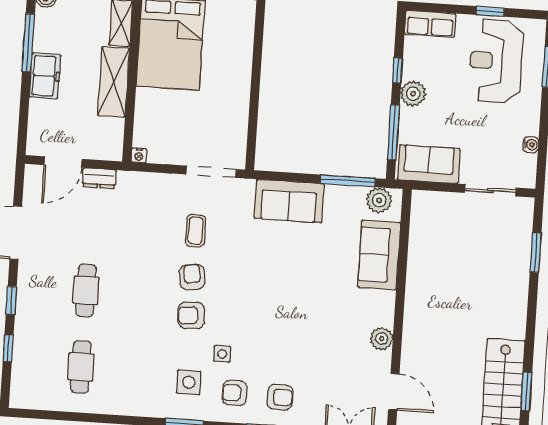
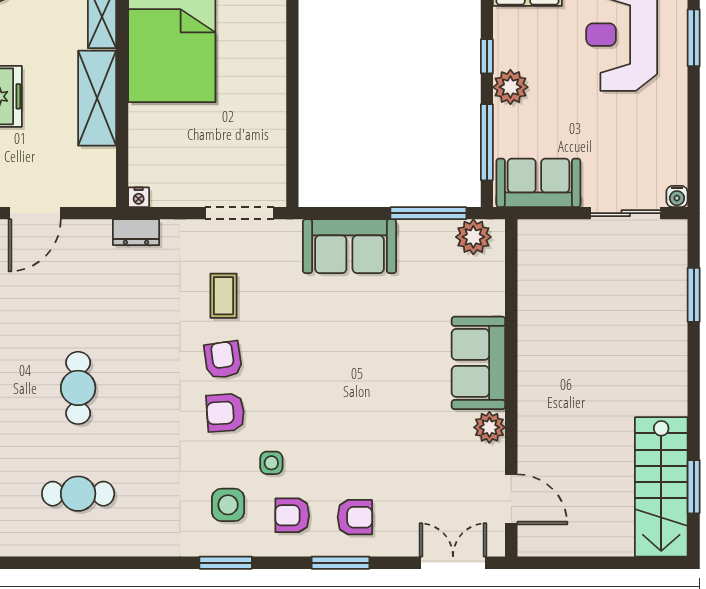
water cooler: (531, 145) -> (677, 196), moved, turned 90
dresser: (99, 178) -> (136, 232), moved
sofa: (379, 255) -> (478, 363), moved
cafe table: (81, 367) -> (78, 494), turned 90

